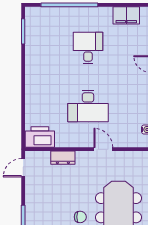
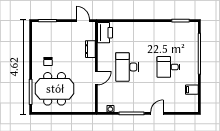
filing cabinet: (126, 15) -> (192, 90), width x0.50
desk: (88, 48) -> (169, 67), turned 180

